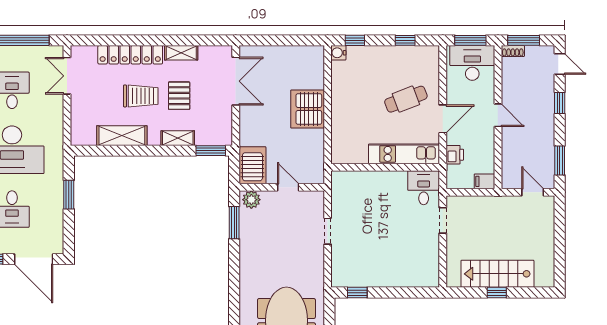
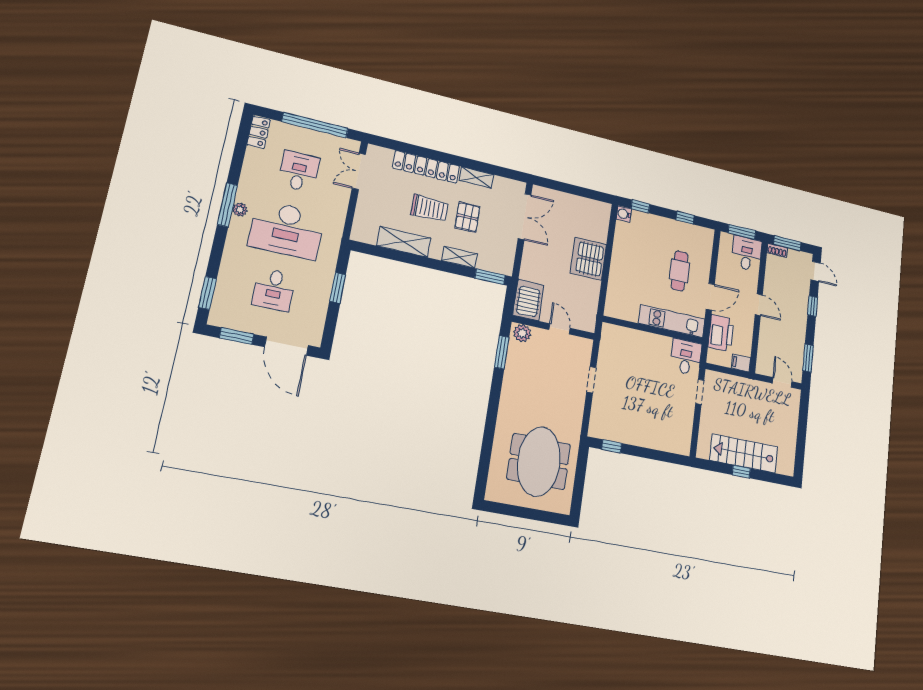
desk: (472, 63) -> (747, 254), width x0.73
cafe table: (406, 99) -> (679, 271), turned -69
printer: (455, 155) -> (721, 333), width x1.87, depth x1.48

